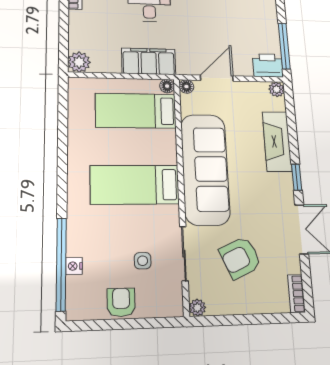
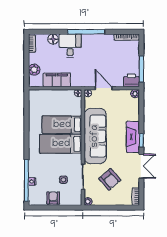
filing cabinet: (149, 61) -> (57, 80), moved
plant: (79, 62) -> (34, 70), moved
door: (217, 78) -> (104, 88), hinge flipped
bed: (136, 111) -> (62, 125), moved
fireplace: (277, 141) -> (133, 137), moved
armchair: (240, 258) -> (110, 179), turned -107

